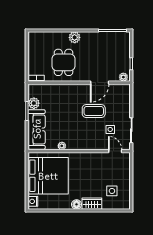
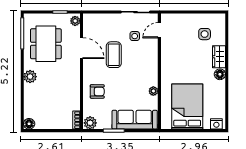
floor lamp: (33, 37) -> (29, 124), added
dining table: (64, 62) -> (46, 44), moved, width x1.38
armchair: (61, 97) -> (97, 91), added
plant: (34, 103) -> (90, 123), moved
bed: (48, 176) -> (187, 107), width x0.73

